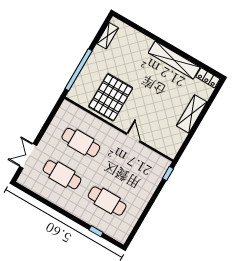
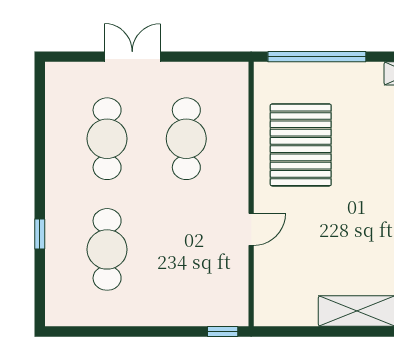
pallet: (111, 97) -> (301, 145), turned 90
double door: (28, 156) -> (132, 57), moved
window: (96, 231) -> (40, 234), moved

